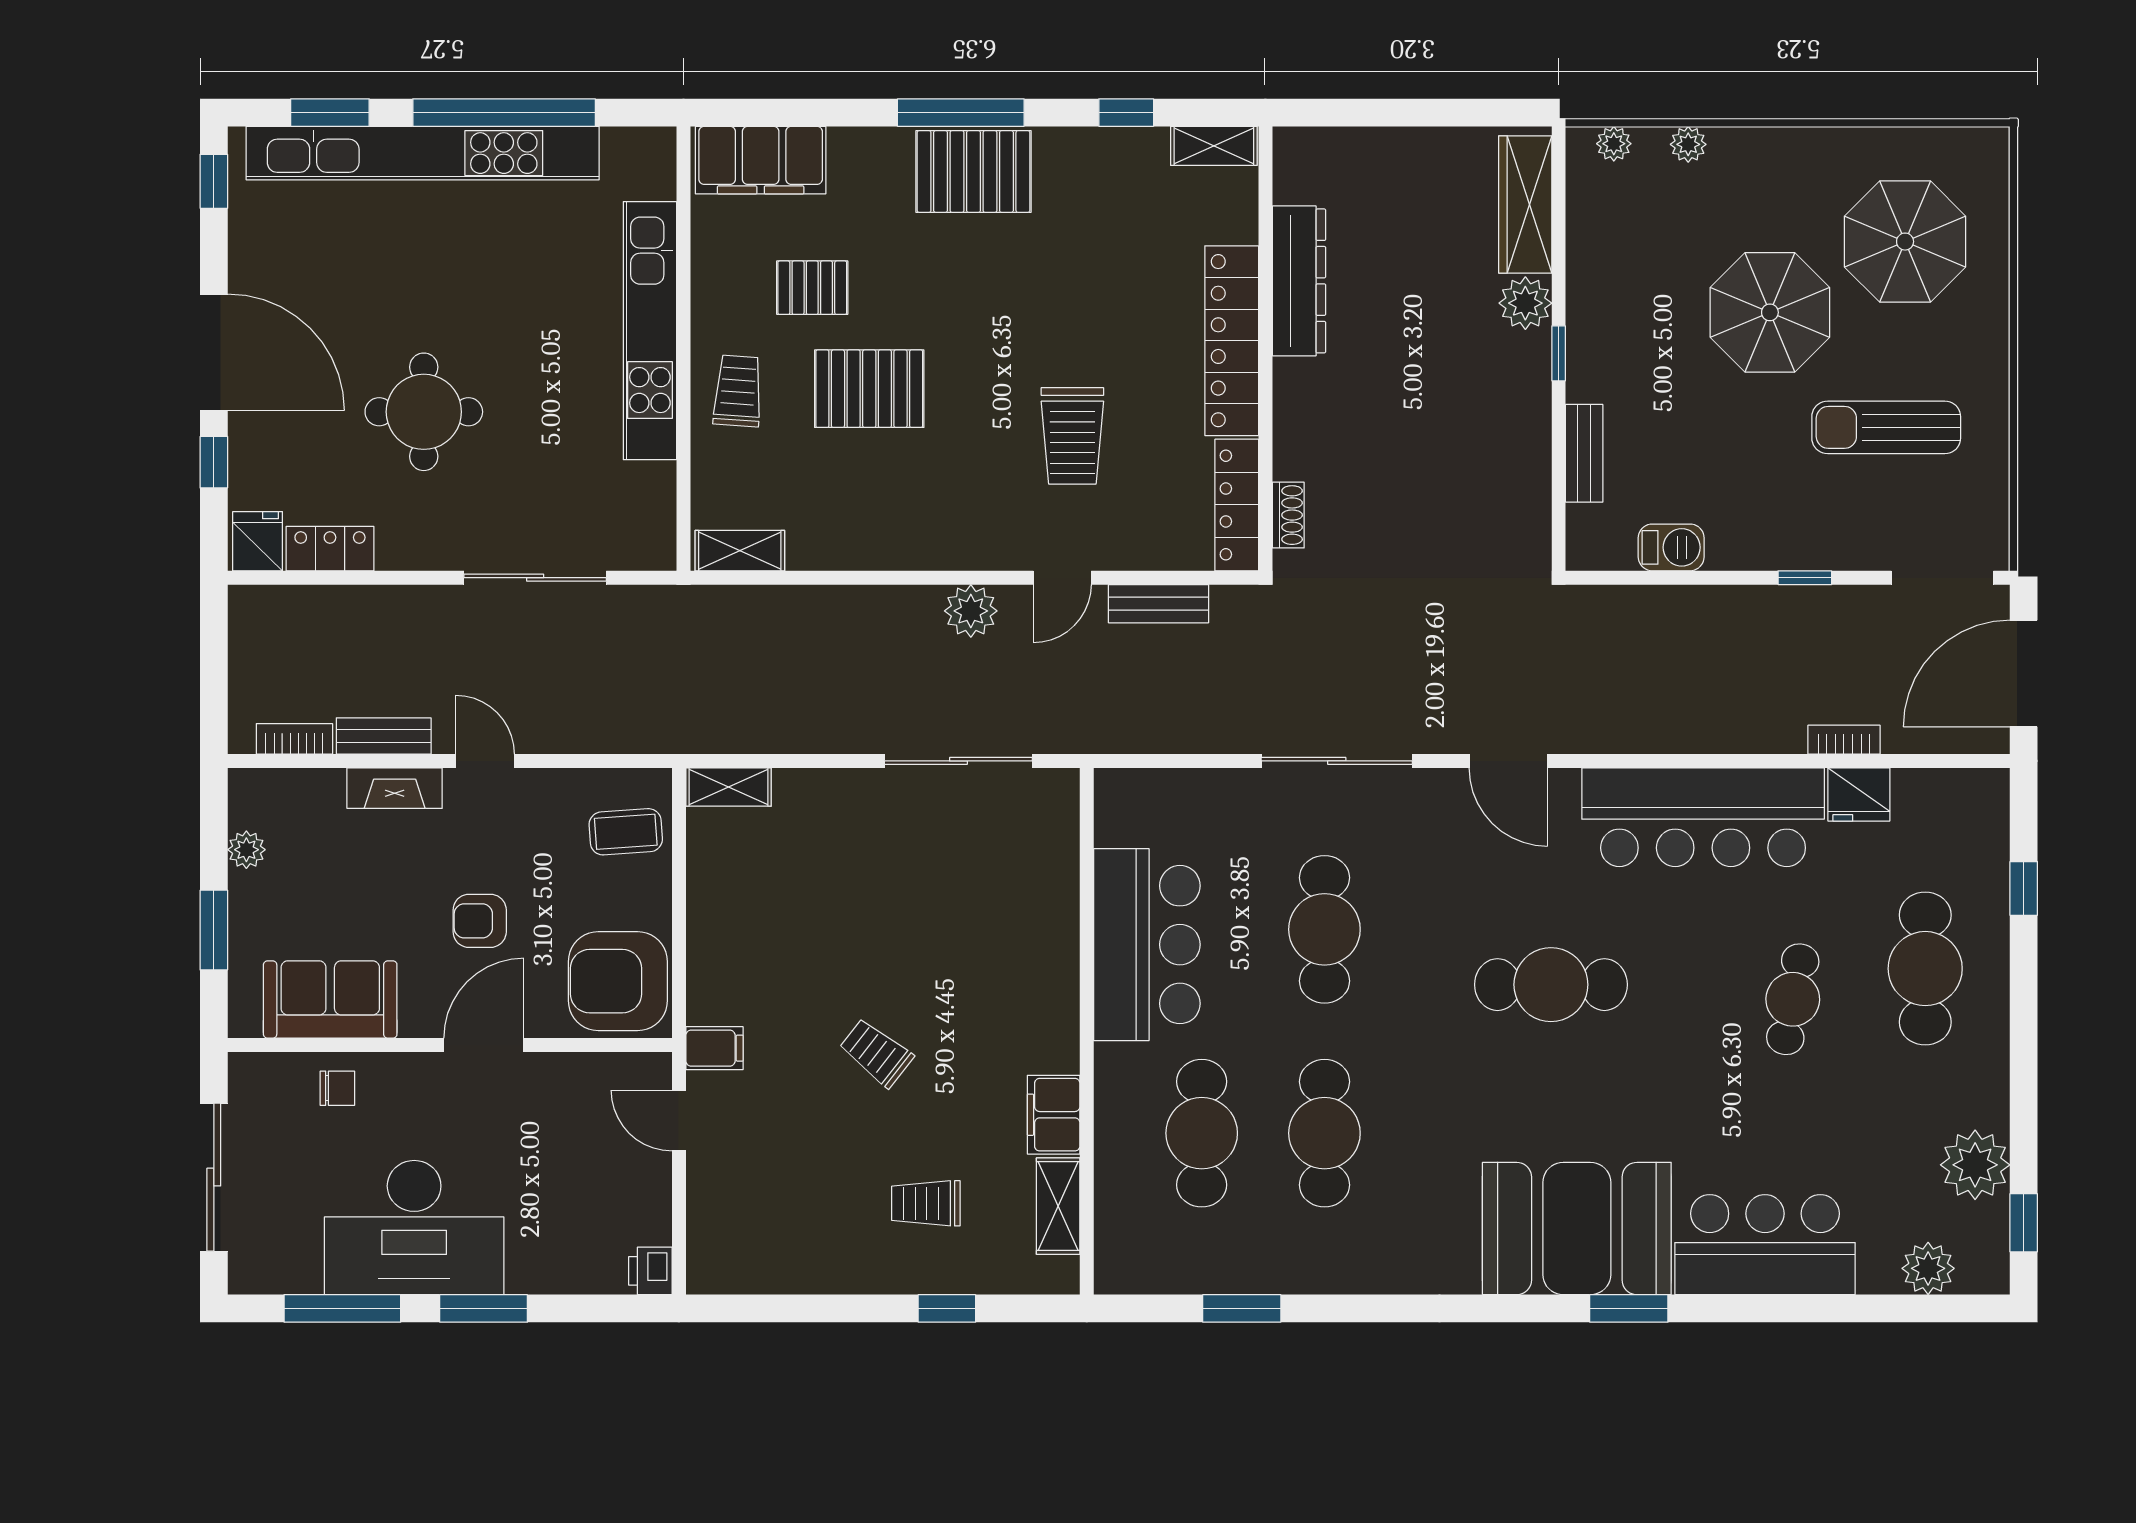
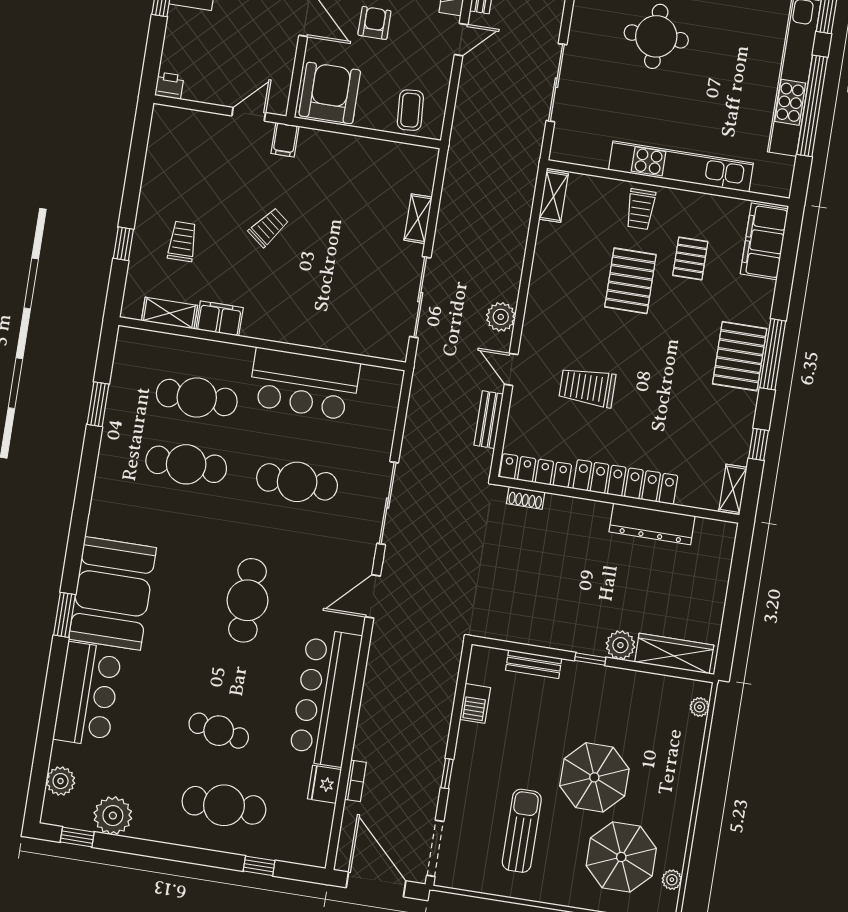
plant: (1688, 144) -> (672, 880), moved
trolley: (738, 391) -> (641, 209), turned 86
shelving: (728, 787) -> (418, 219), moved

